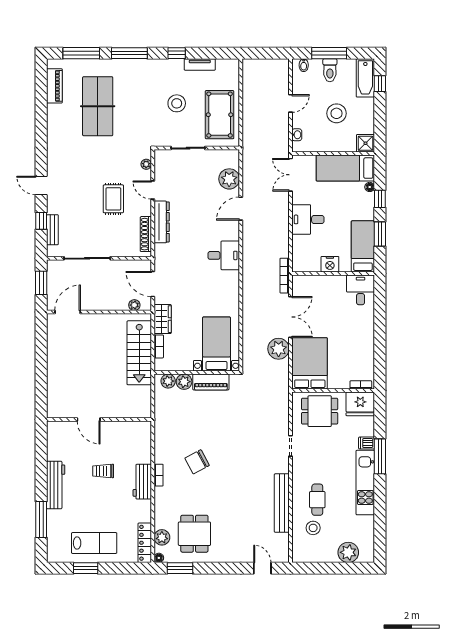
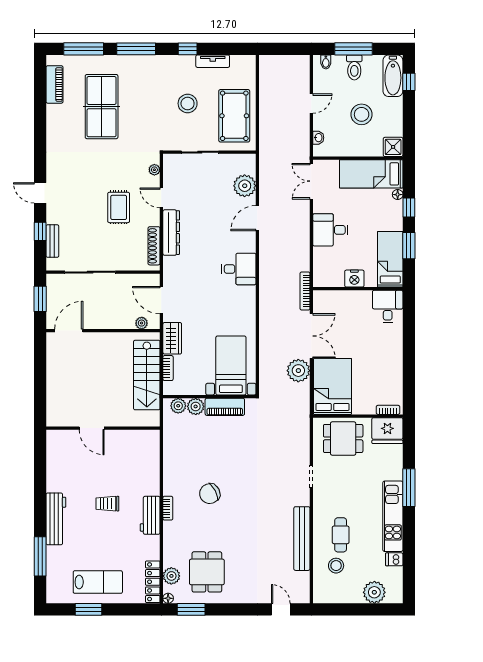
door: (89, 419) -> (92, 428), moved
wall: (99, 419) -> (103, 428), moved
dishwasher: (367, 443) -> (394, 559), moved

